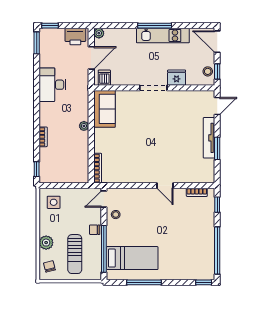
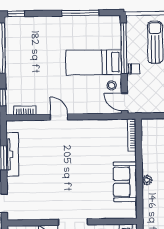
sofa: (104, 109) -> (125, 182), moved
tv unit: (209, 138) -> (12, 154), moved
door: (104, 199) -> (125, 102), swing flipped
bed: (132, 258) -> (94, 62), moved

